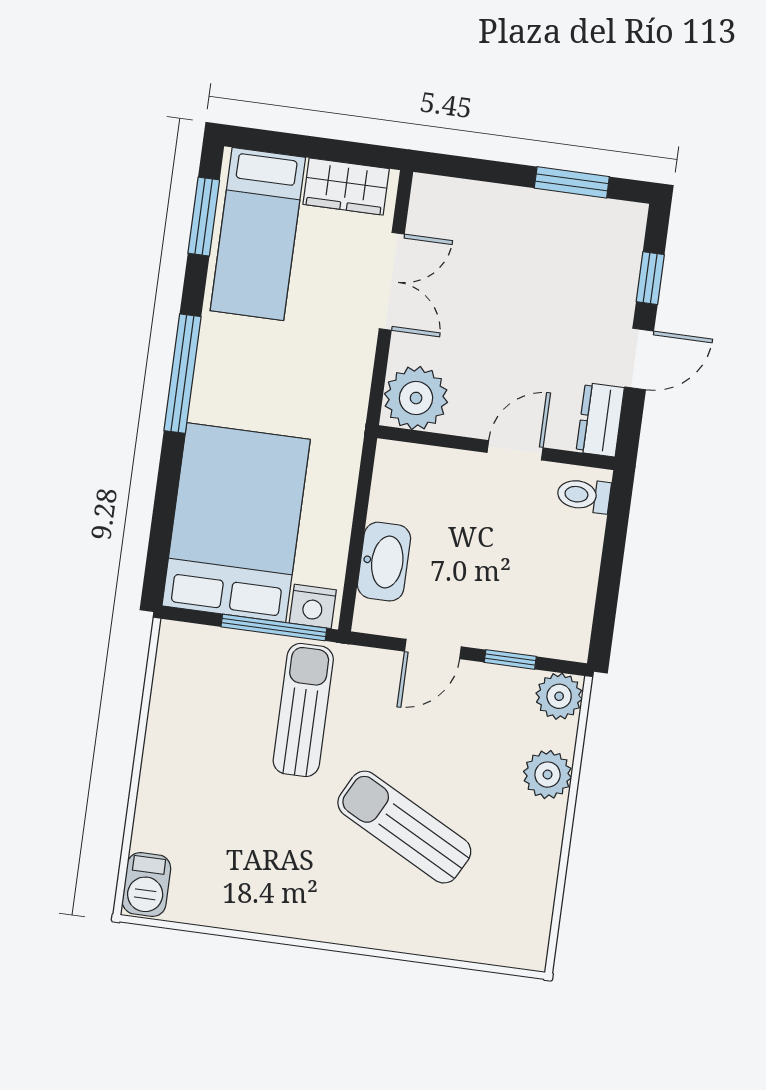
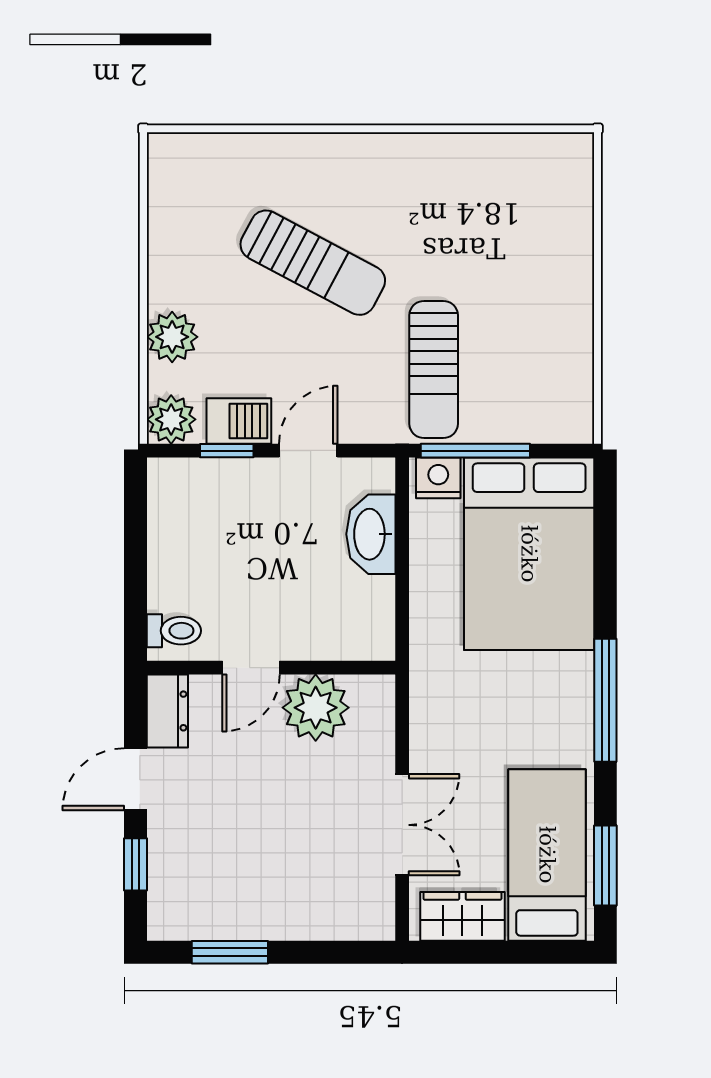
double door: (392, 281) -> (402, 825), swing flipped
plant: (416, 398) -> (316, 708), moved
barbecue: (146, 885) -> (239, 421), moved, turned 90

